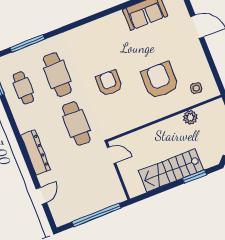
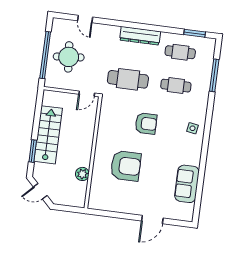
cafe table: (57, 75) -> (176, 86), width x0.73, depth x0.74
side table: (196, 88) -> (193, 128), moved
dresser: (35, 152) -> (140, 36), moved
round table: (86, 192) -> (69, 57), added

